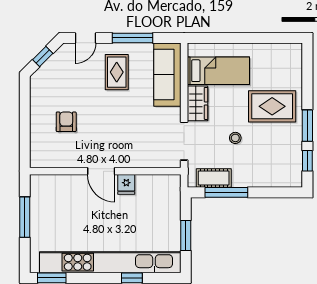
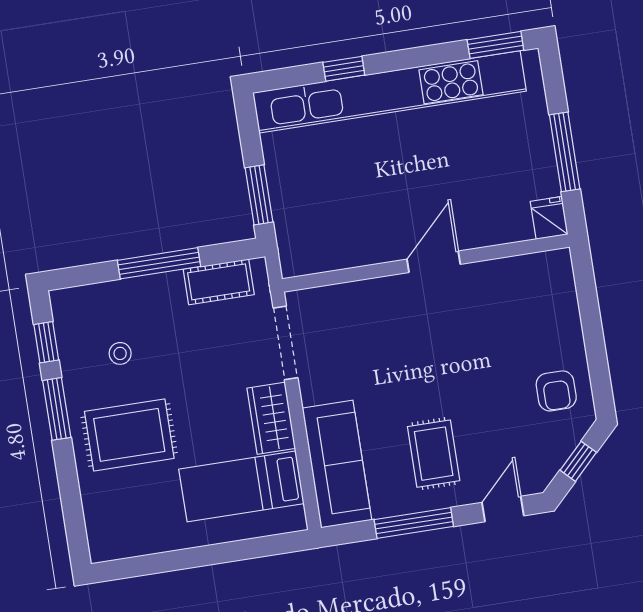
armchair: (66, 122) -> (556, 391), moved
stool: (235, 138) -> (120, 353), moved
door: (101, 171) -> (434, 262), hinge flipped
fridge: (126, 184) -> (549, 218), moved
window: (226, 192) -> (159, 263), moved
window: (186, 236) -> (259, 195), moved

